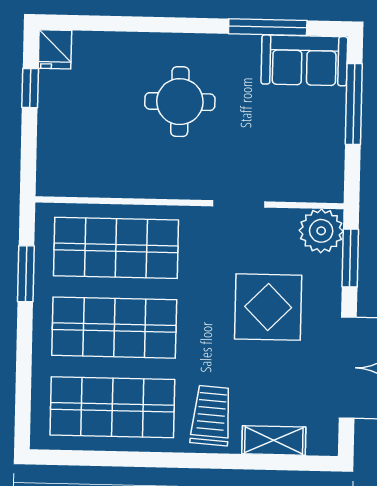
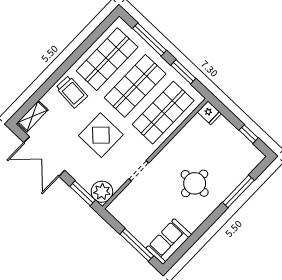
window: (268, 27) -> (238, 191), moved
fridge: (55, 49) -> (209, 113), moved, turned 180
display table: (268, 307) -> (101, 135), moved
window: (24, 370) -> (150, 39), added
shelving: (274, 440) -> (33, 116), moved

